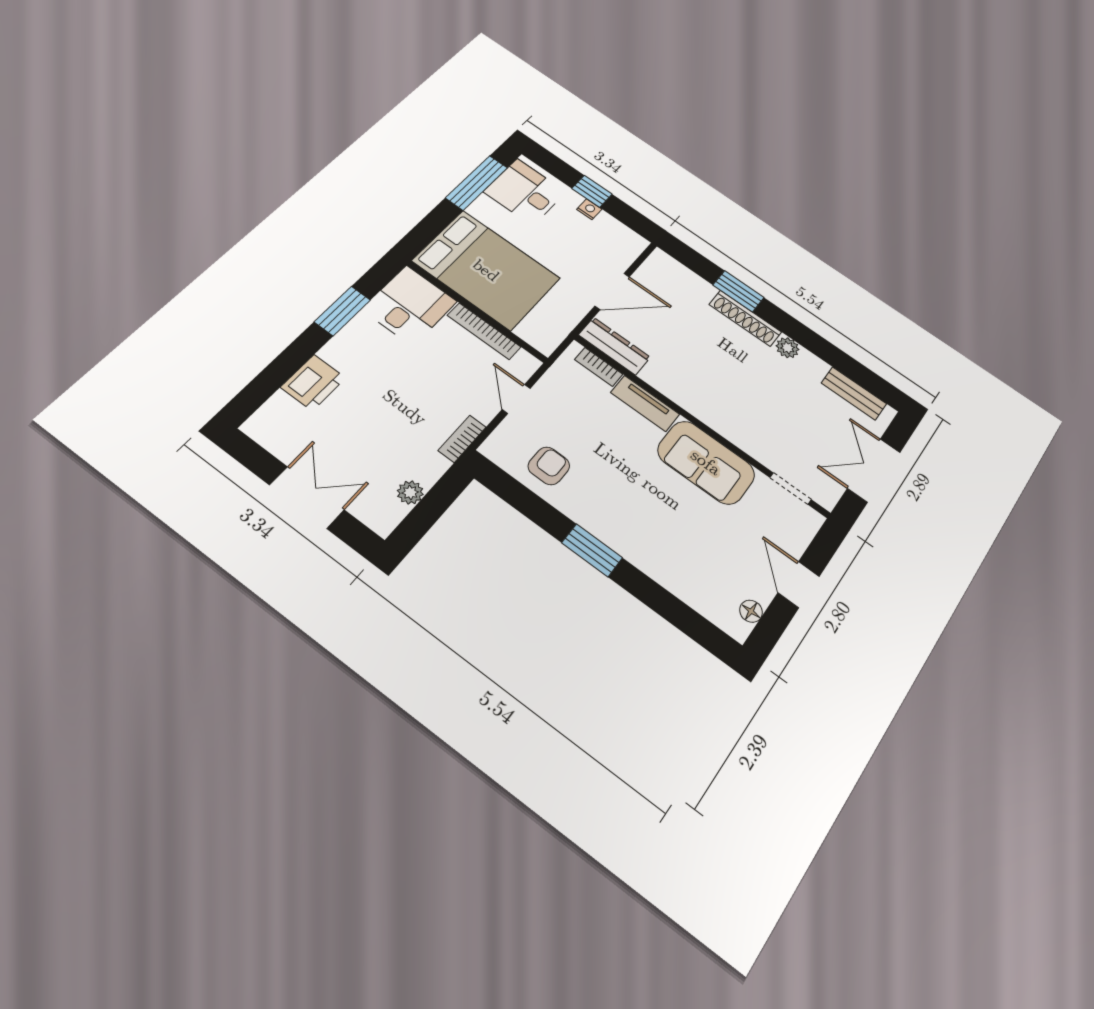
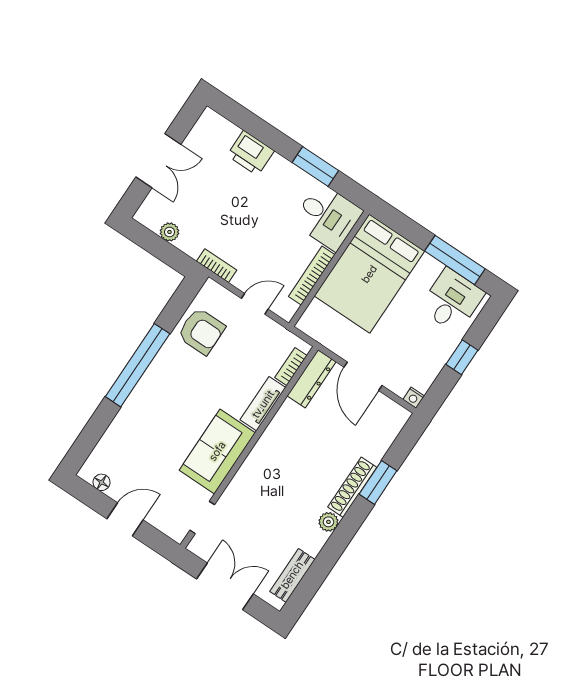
nightstand: (589, 209) -> (414, 398), moved, turned 90
armchair: (549, 466) -> (201, 331), width x1.38, depth x1.38
window: (592, 550) -> (138, 365), width x2.11

